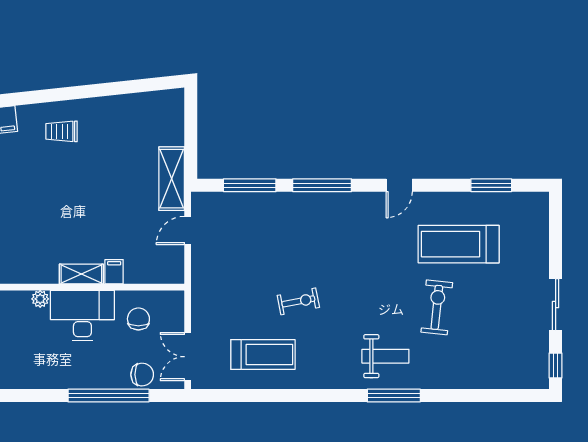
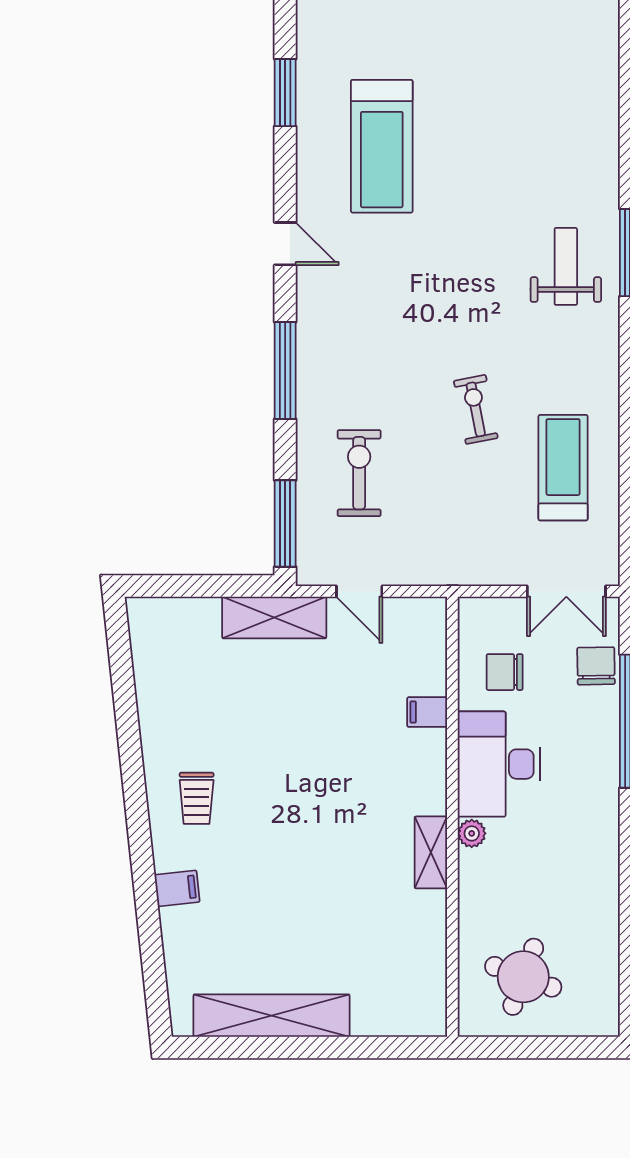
window: (250, 185) -> (285, 524), moved
shelving: (81, 274) -> (431, 852), moved
exercise bike: (437, 307) -> (359, 473), moved, turned 84

